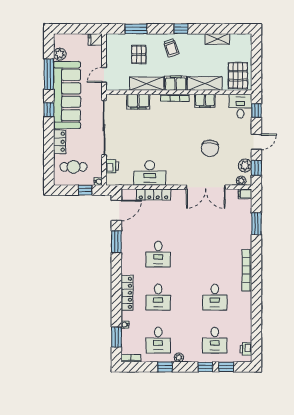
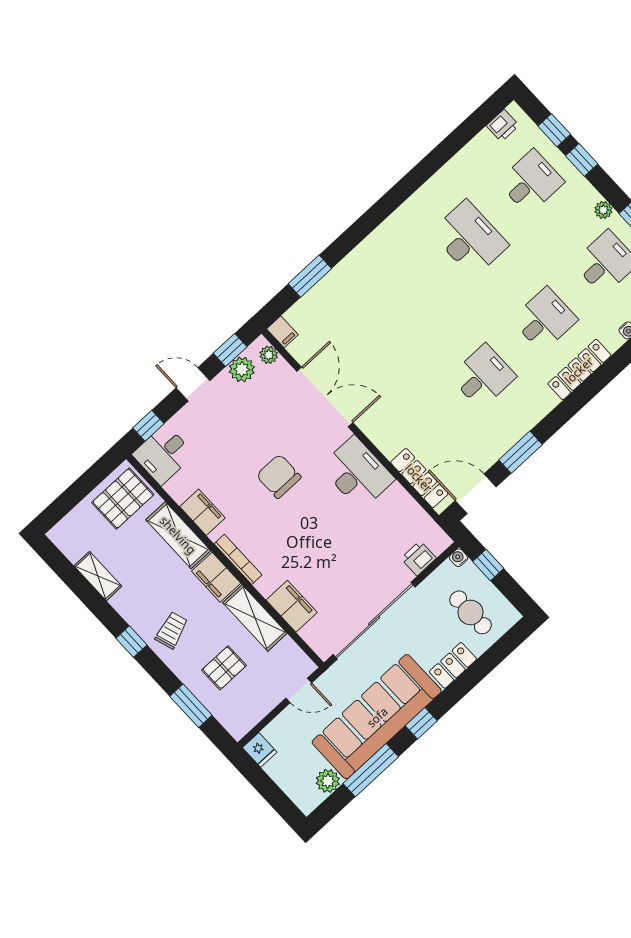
chair: (210, 148) -> (279, 476), moved, turned -93
desk: (150, 173) -> (357, 473), moved
locker: (153, 195) -> (419, 478), moved
bookcase: (247, 270) -> (389, 228), removed
desk: (215, 297) -> (470, 239), width x1.37

